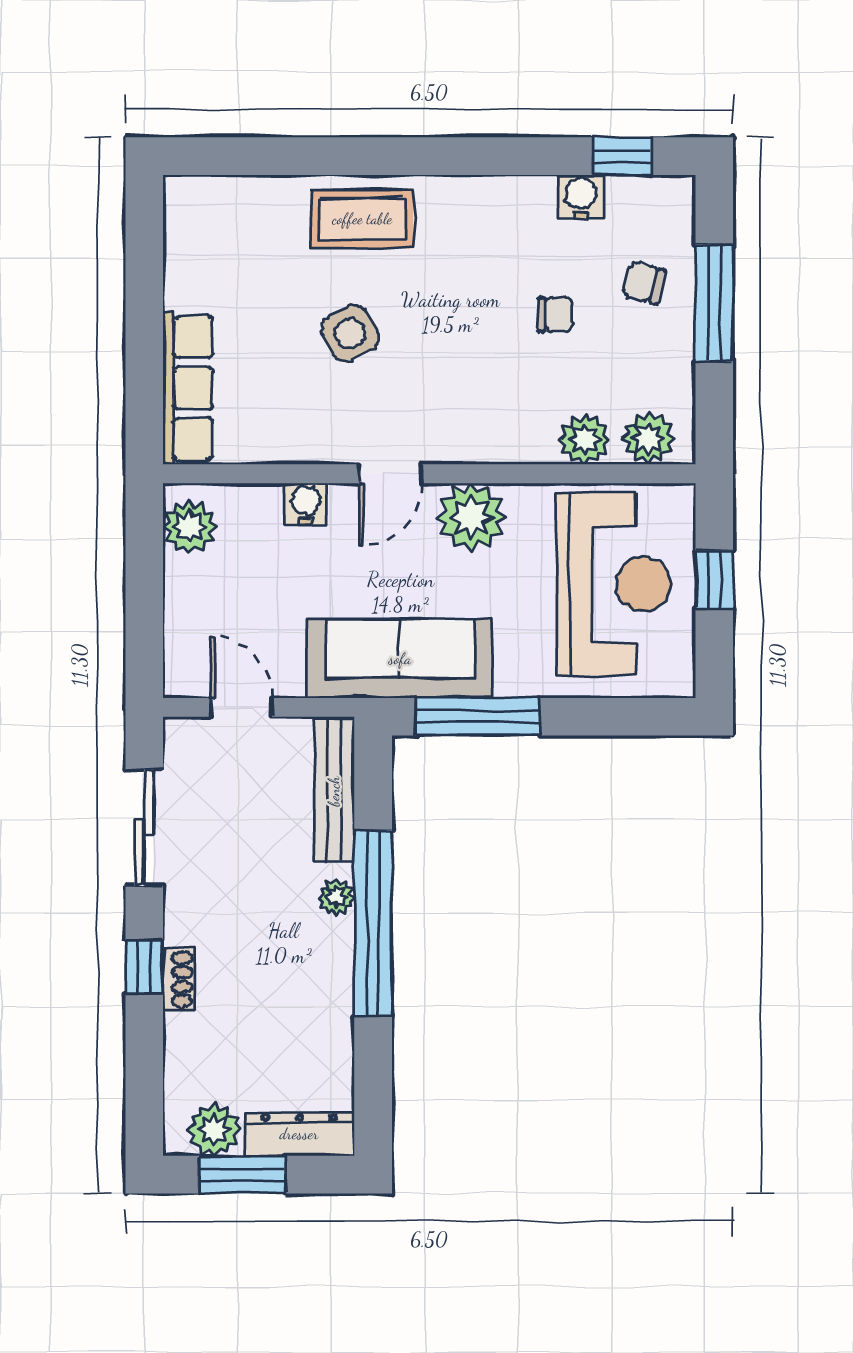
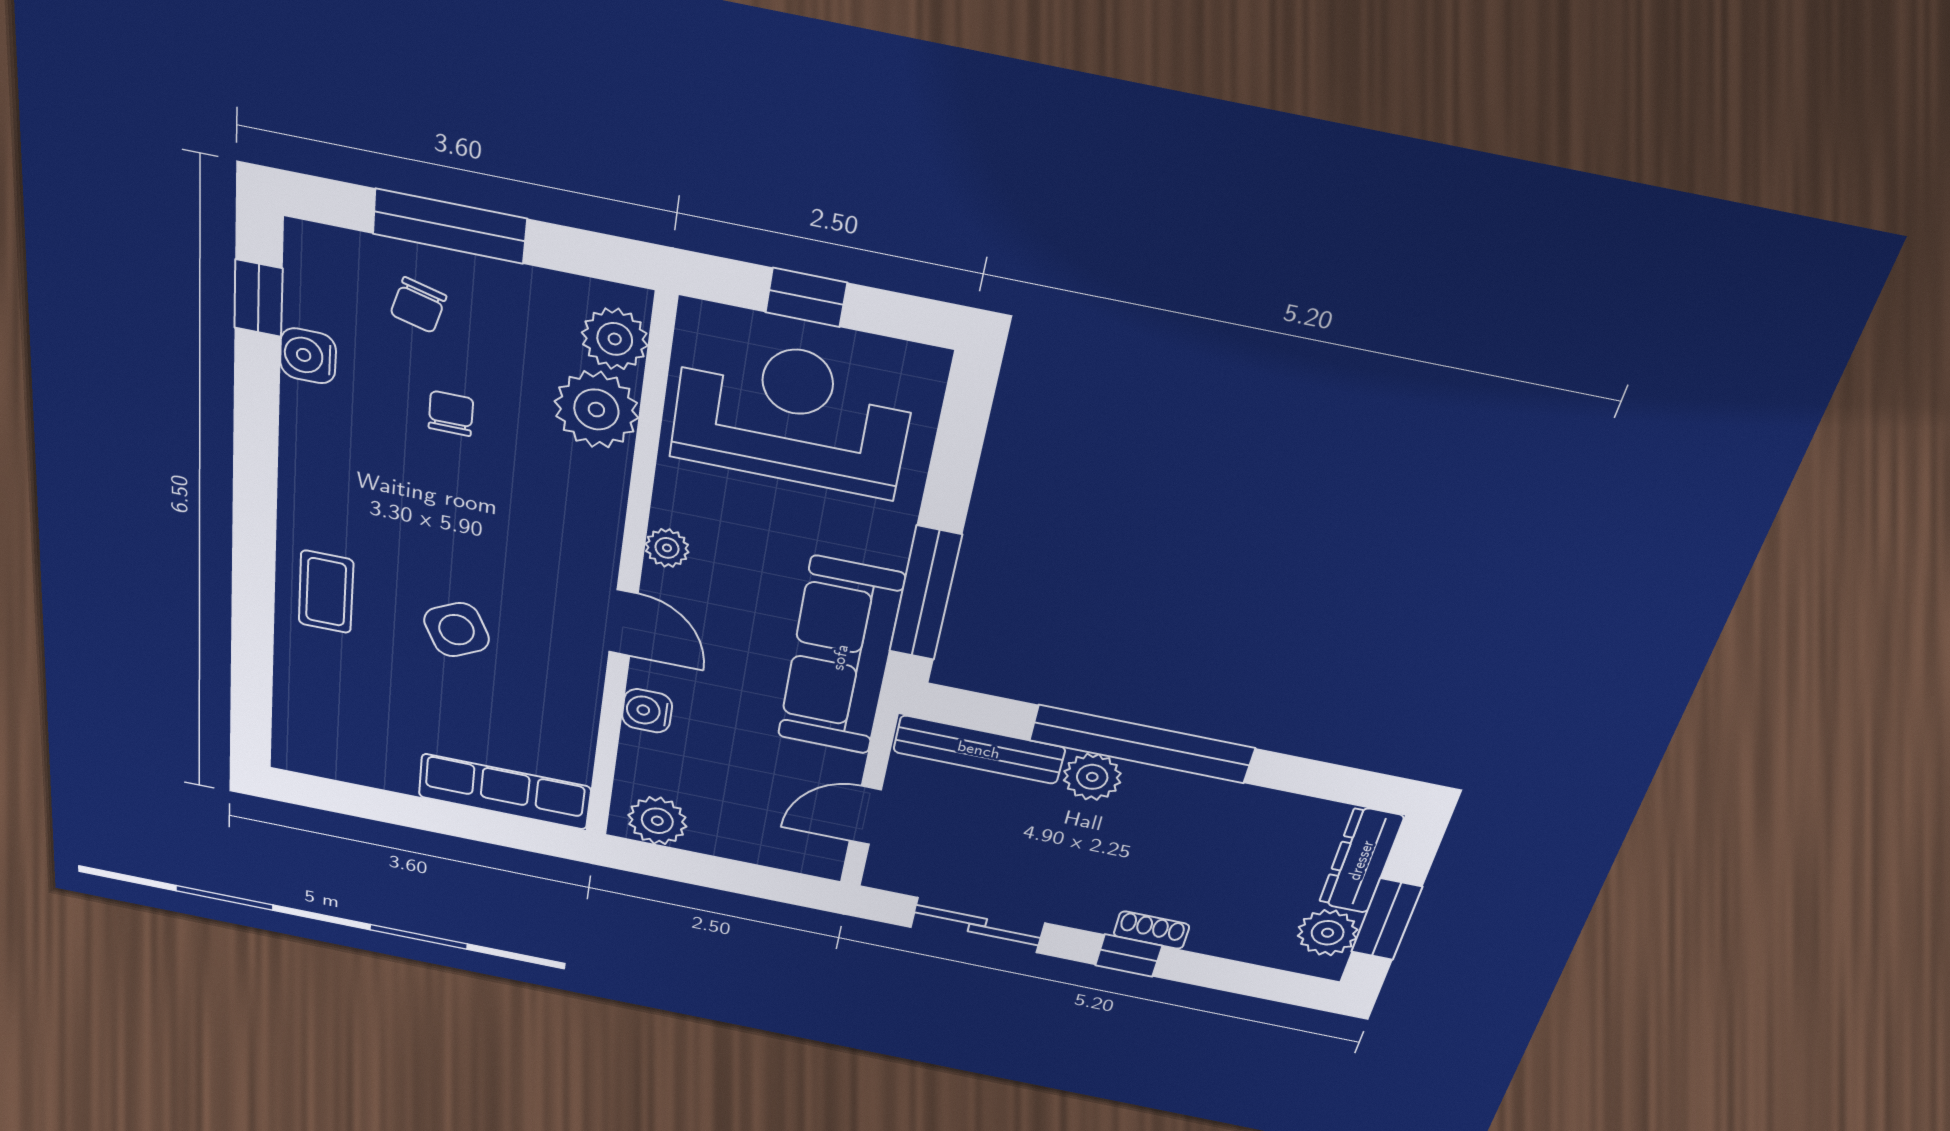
coffee table: (362, 219) -> (326, 592), width x0.73, depth x0.77
plant: (584, 439) -> (596, 410), width x1.36, depth x1.36
plant: (471, 517) -> (667, 548), width x0.53, depth x0.53
plant: (337, 897) -> (1092, 777), width x1.38, depth x1.38

